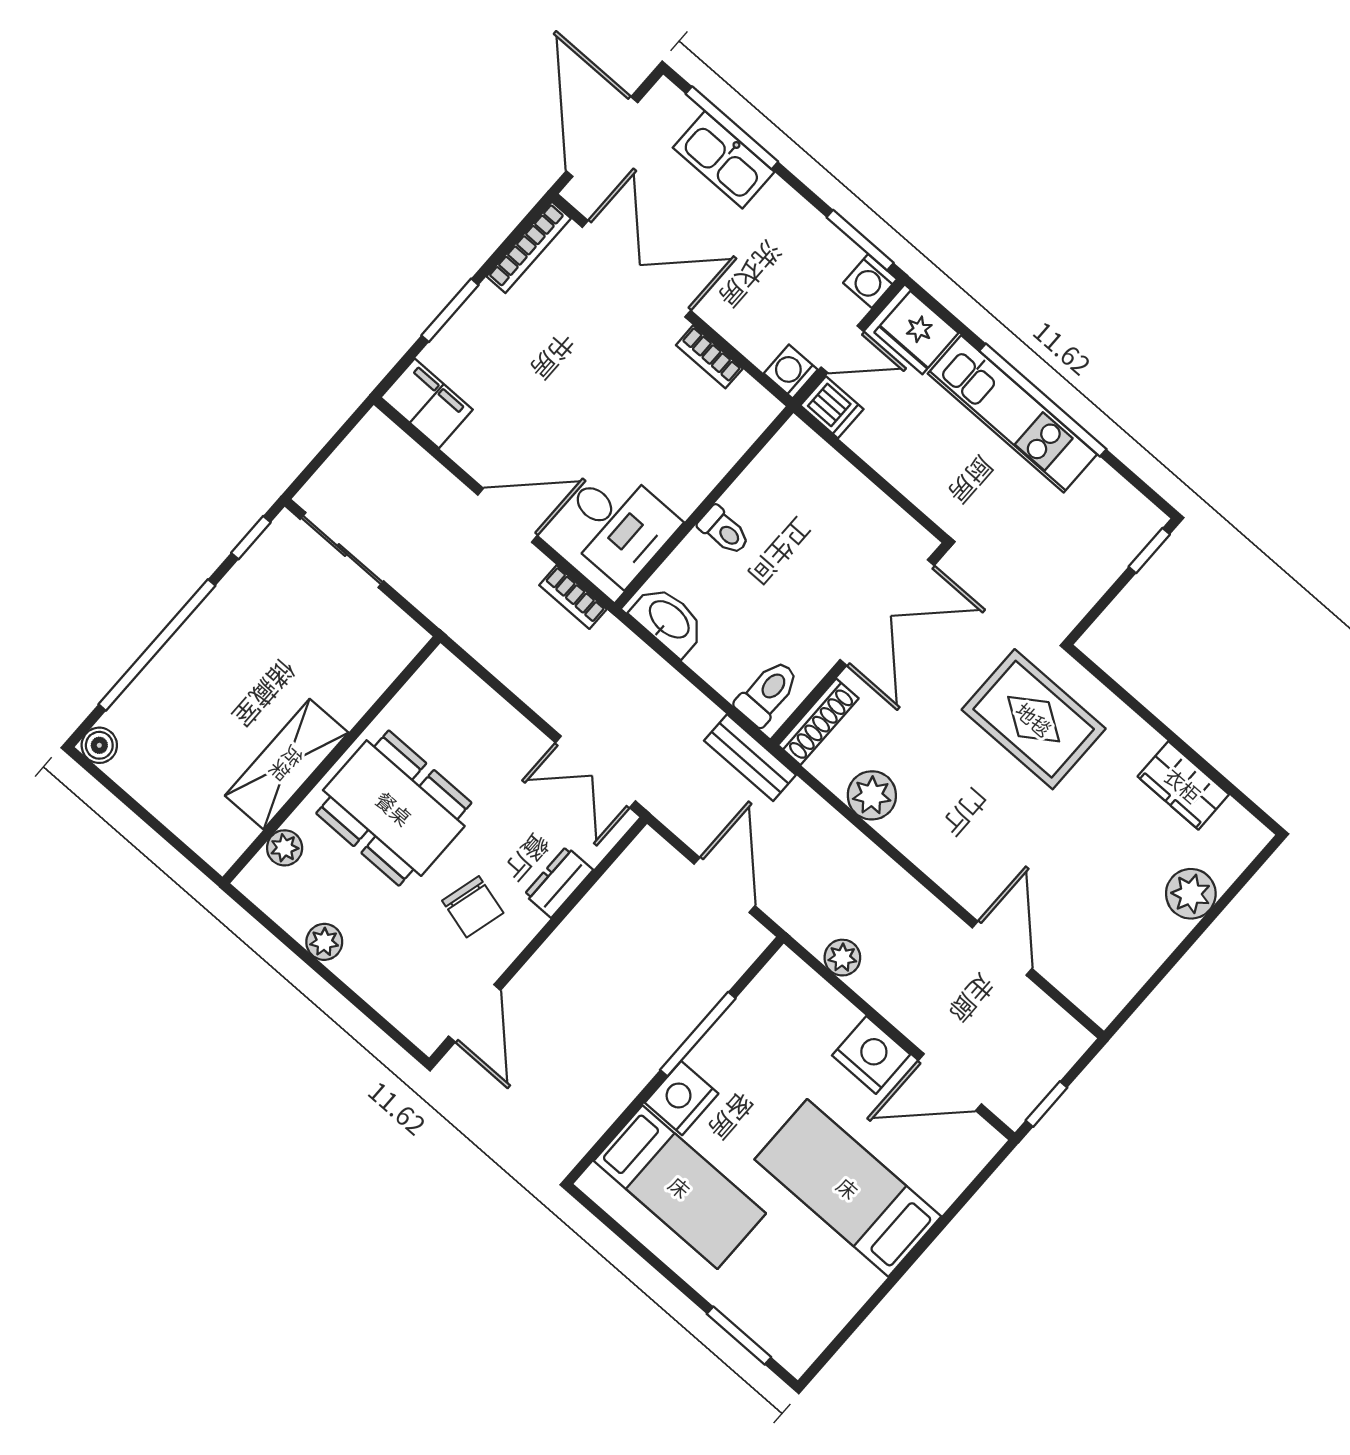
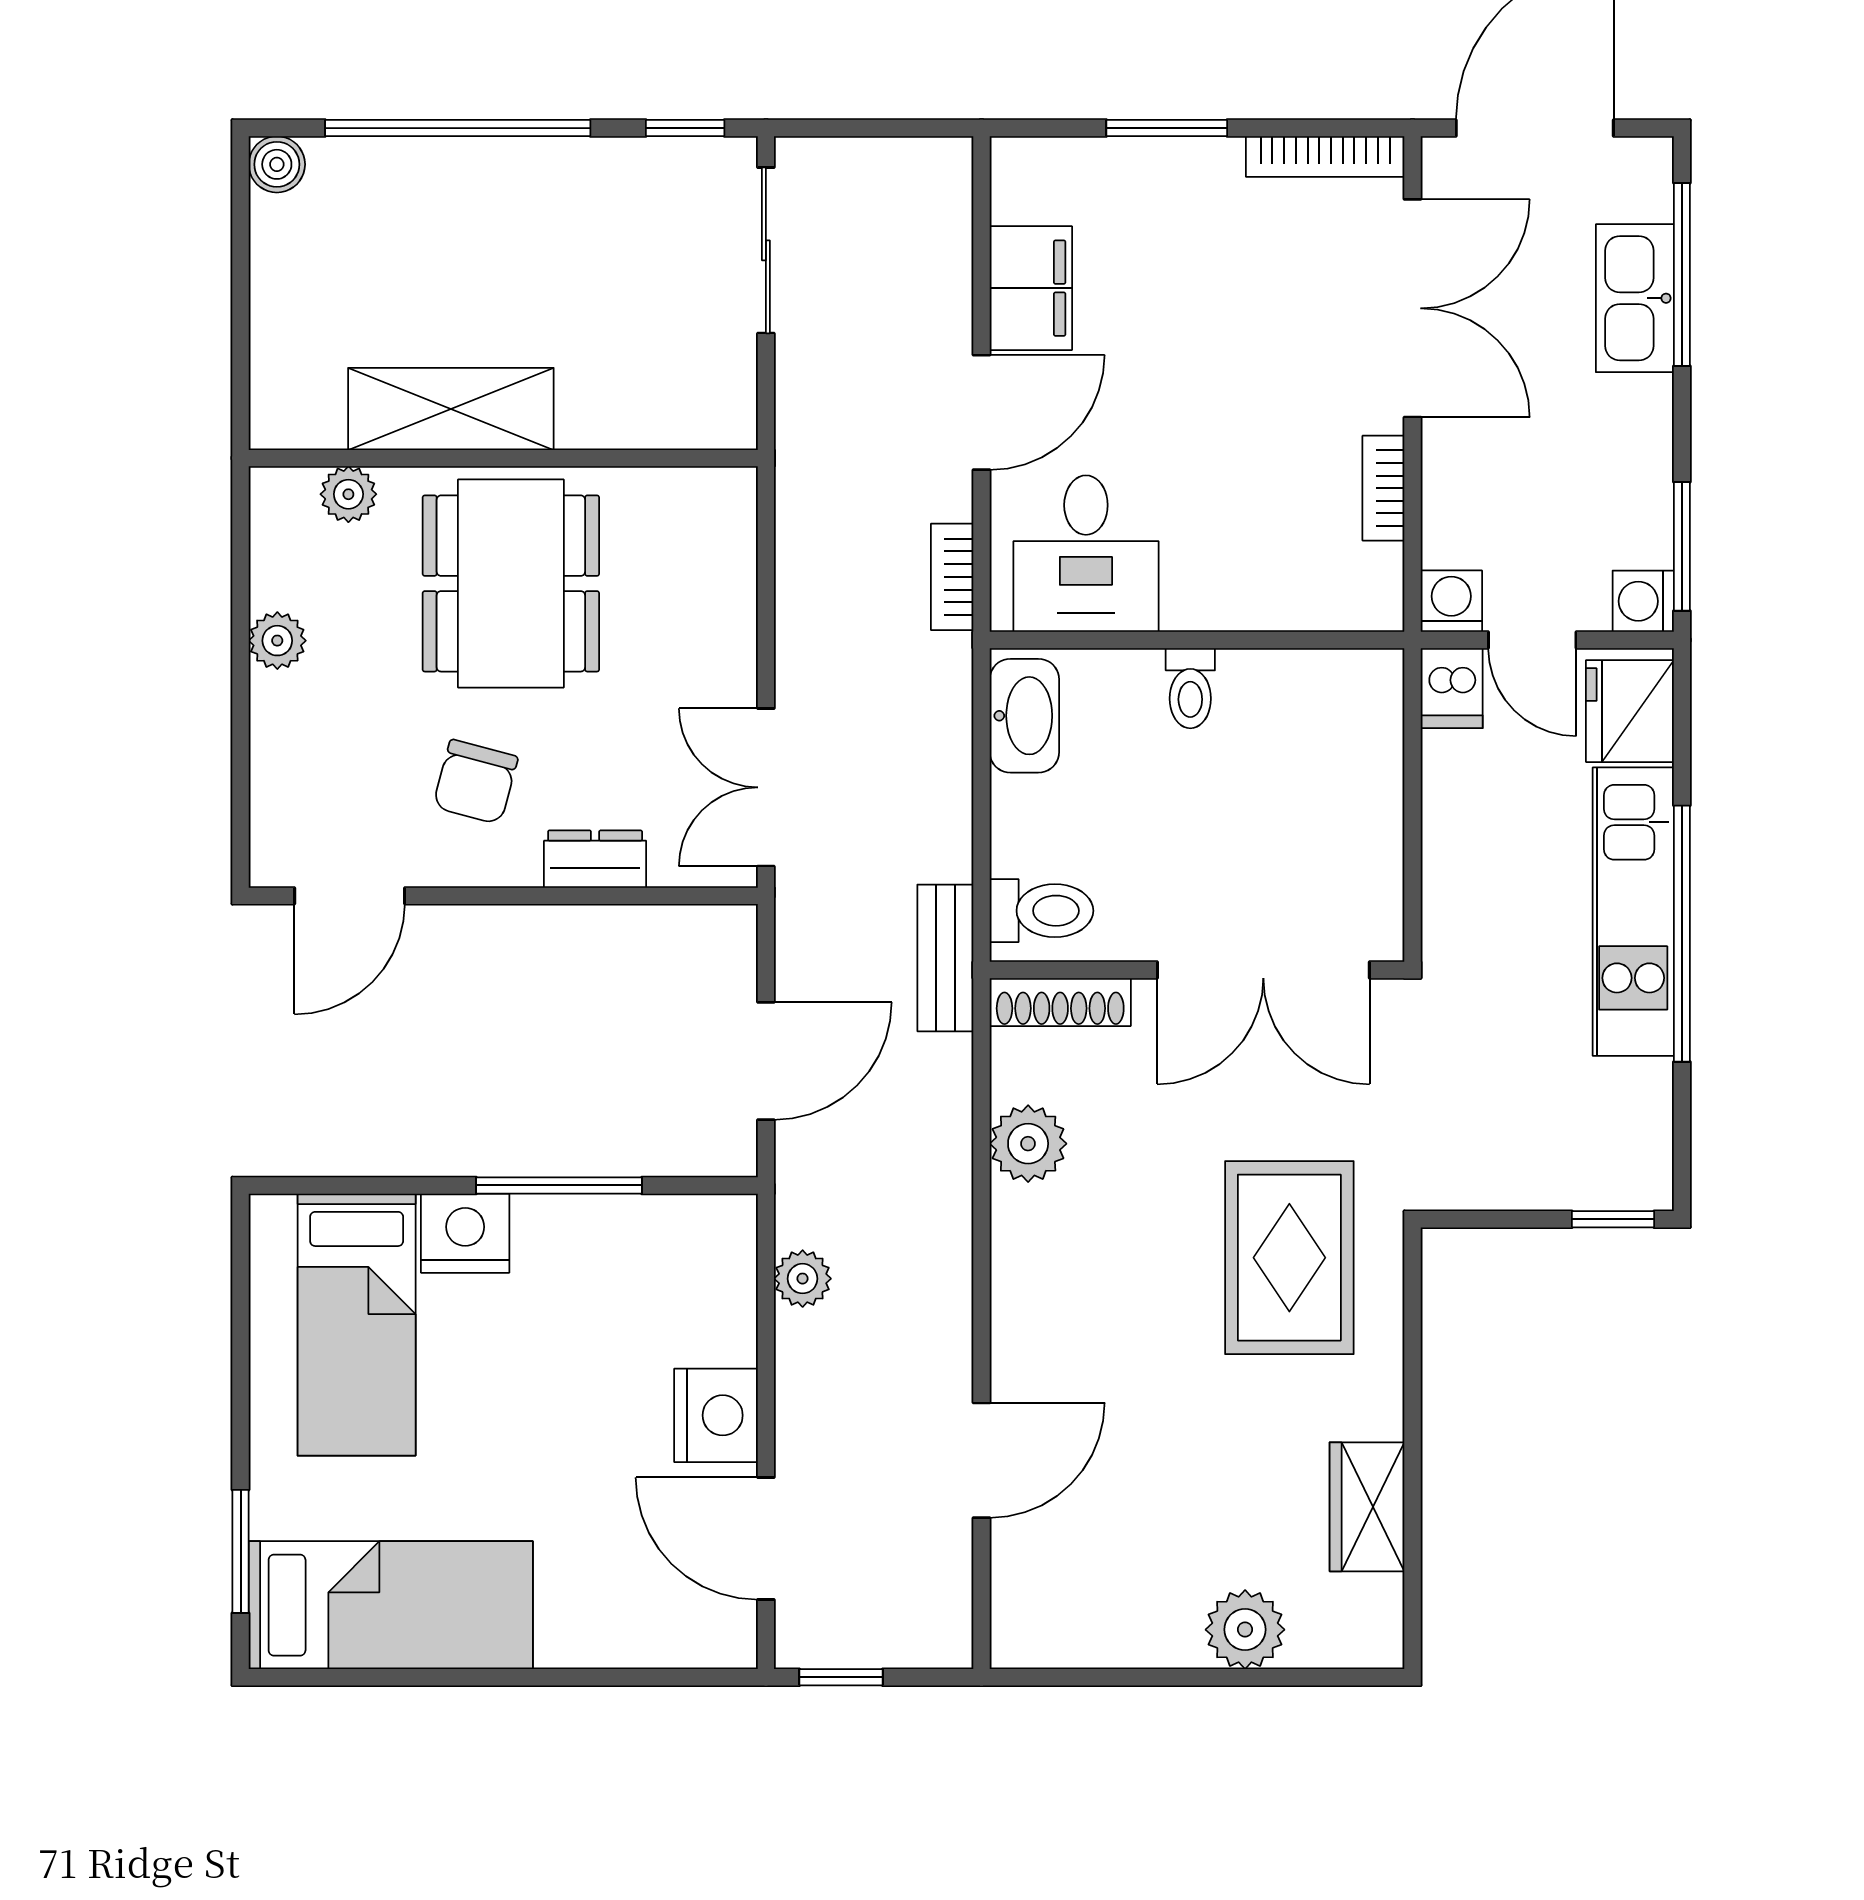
filing cabinet: (427, 403) -> (1031, 288), moved
door: (507, 515) -> (981, 412), hinge flipped
bed: (848, 1188) -> (391, 1605), moved, turned 90

